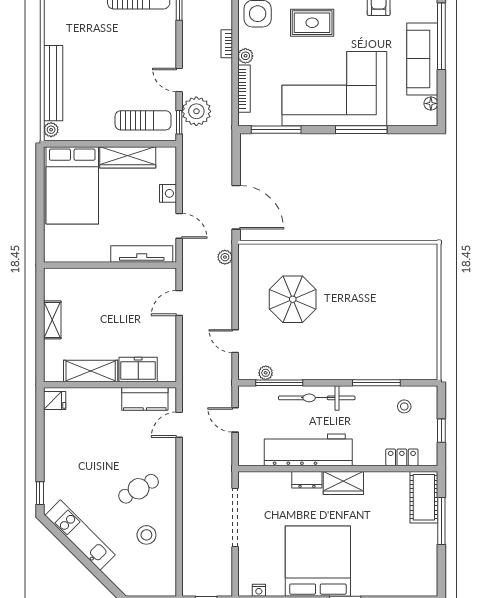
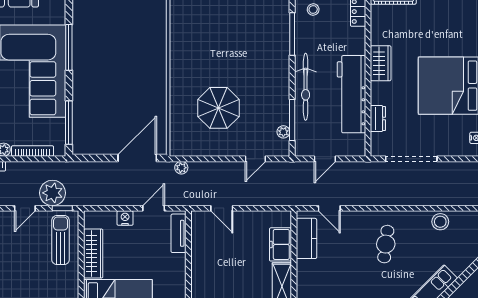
tv unit: (142, 254) -> (178, 233), width x0.71
dresser: (307, 480) -> (378, 118), moved
cafe table: (139, 489) -> (386, 244), turned 37
stool: (146, 535) -> (440, 222), moved

